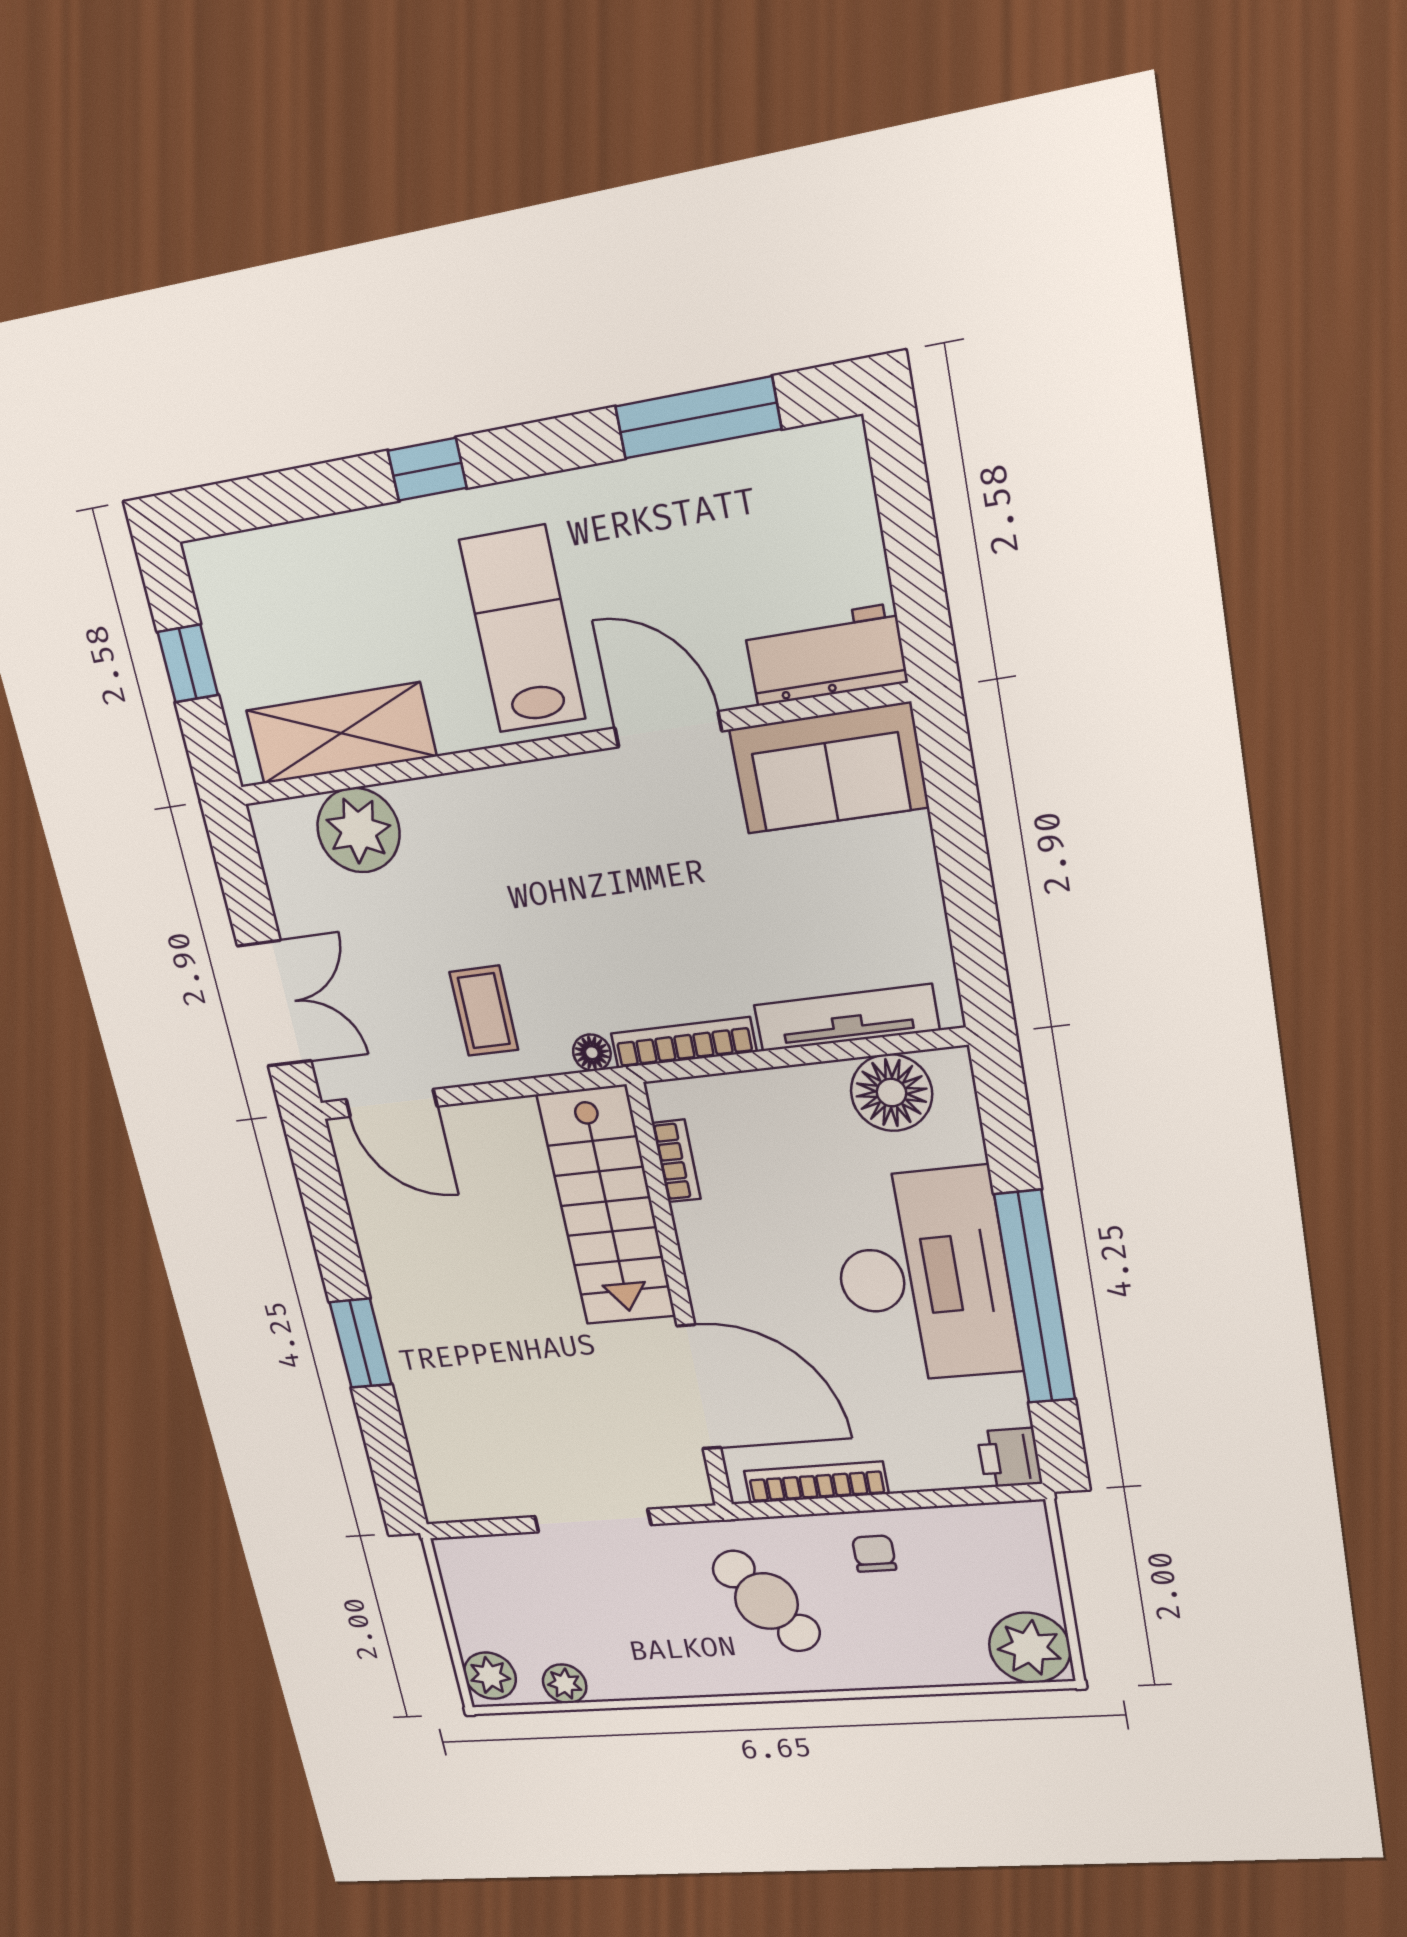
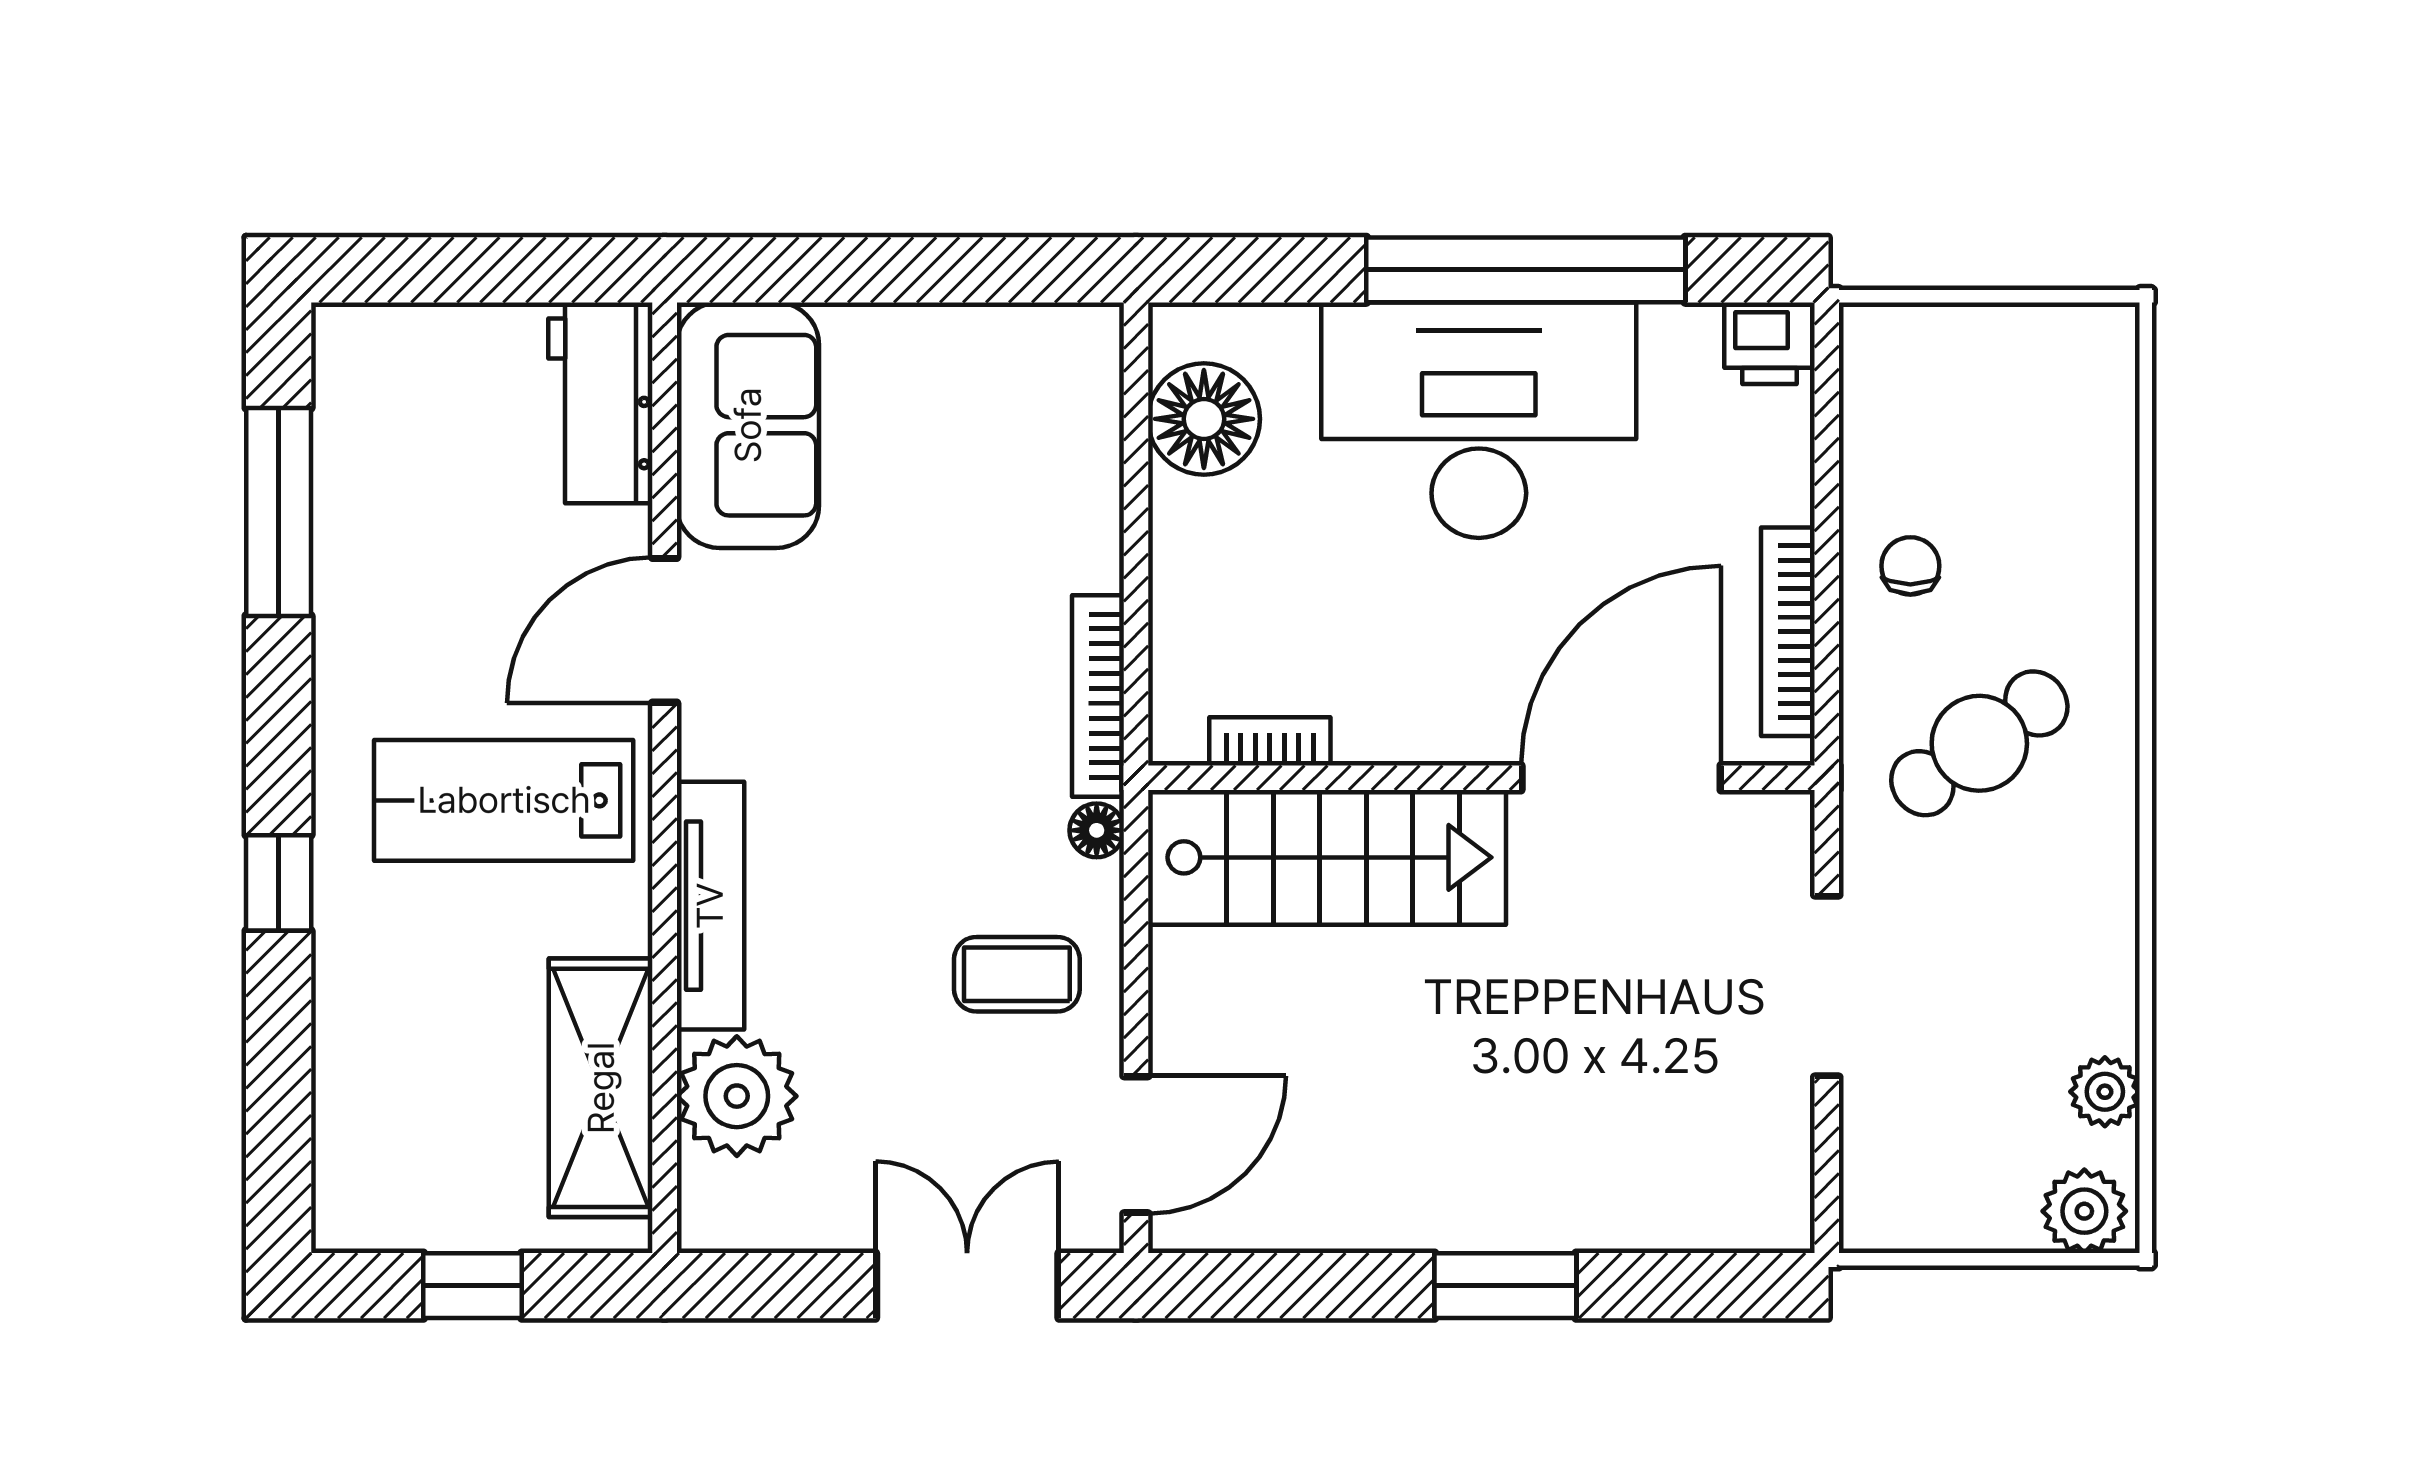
tv unit: (846, 1018) -> (710, 906), moved, turned 180
chair: (874, 1554) -> (1910, 566), turned 90
plant: (1030, 1648) -> (2080, 362), removed

